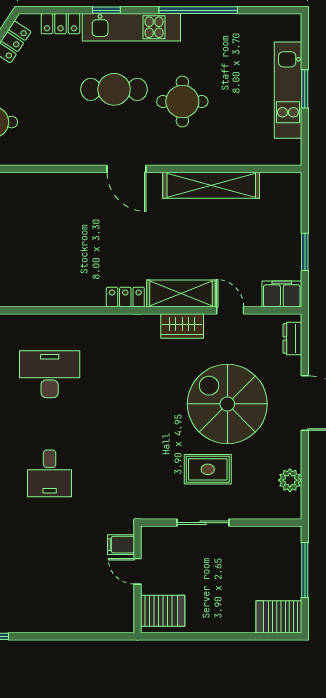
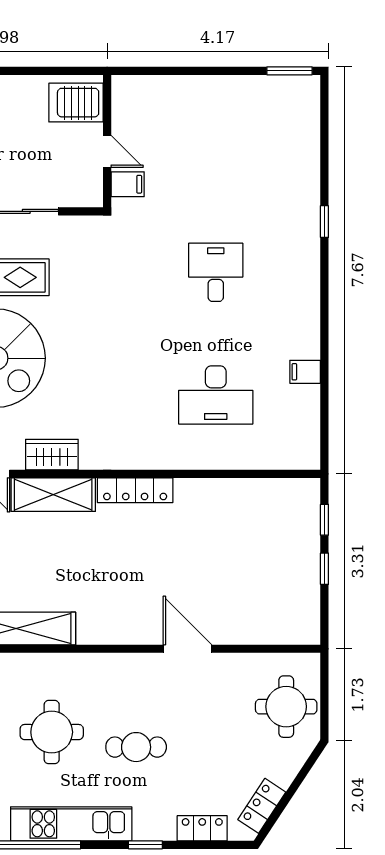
kitchen unit: (131, 27) -> (71, 824), moved
cafe table: (114, 89) -> (136, 747), width x0.73, depth x0.74
door: (127, 169) -> (188, 649), moved
locker: (125, 297) -> (135, 490), width x1.53

